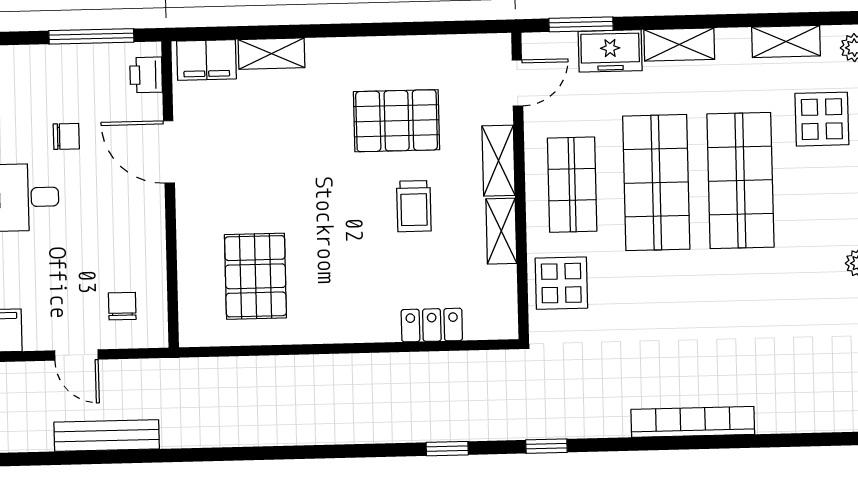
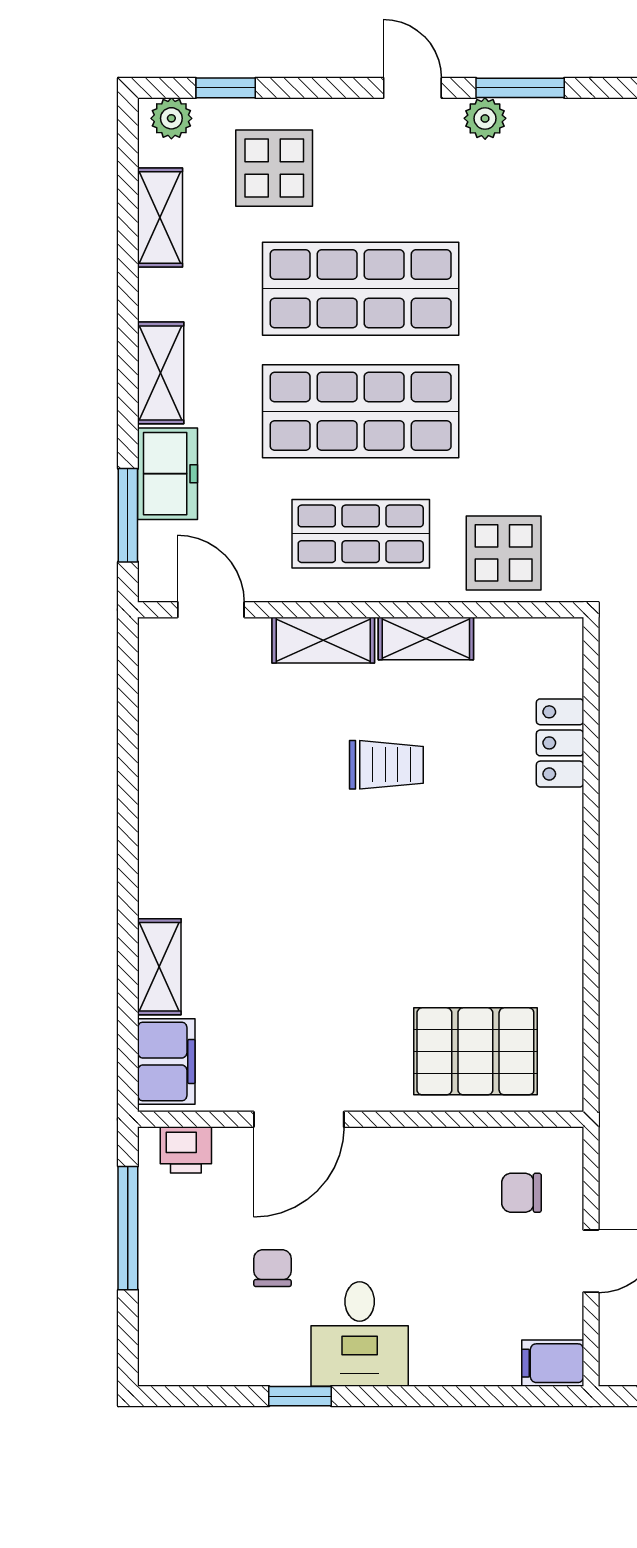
pallet: (397, 121) -> (261, 787), removed
pallet: (255, 276) -> (475, 1051), moved

